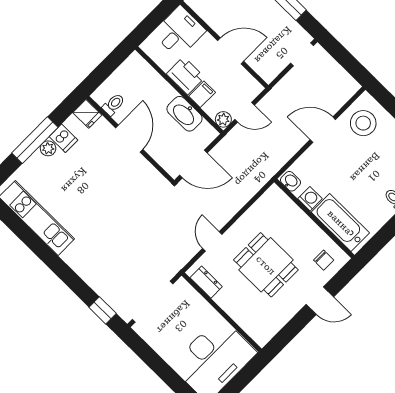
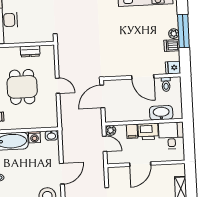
desk: (179, 32) -> (171, 136), moved, turned 180
door: (245, 112) -> (105, 144), swing flipped
washbasin: (185, 114) -> (161, 113), moved
door: (212, 241) -> (58, 86), moved
dining table: (266, 265) -> (22, 87), turned 90
dresser: (206, 282) -> (30, 51), moved

